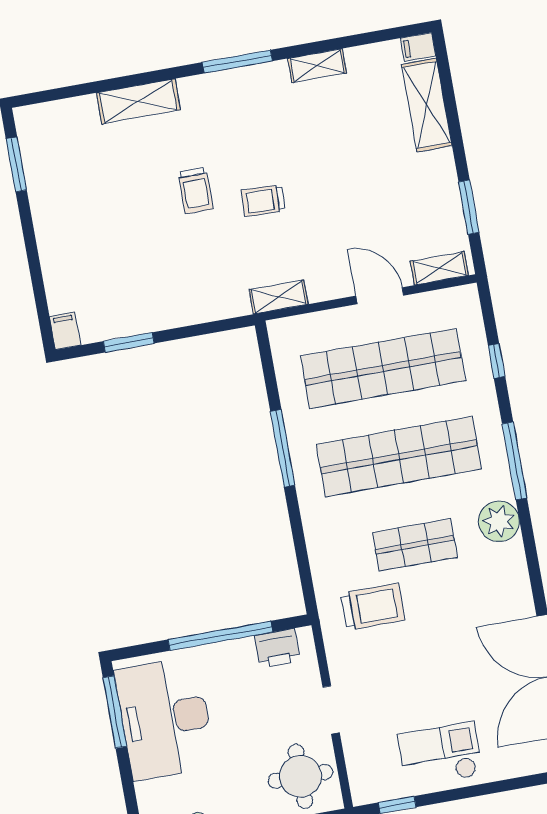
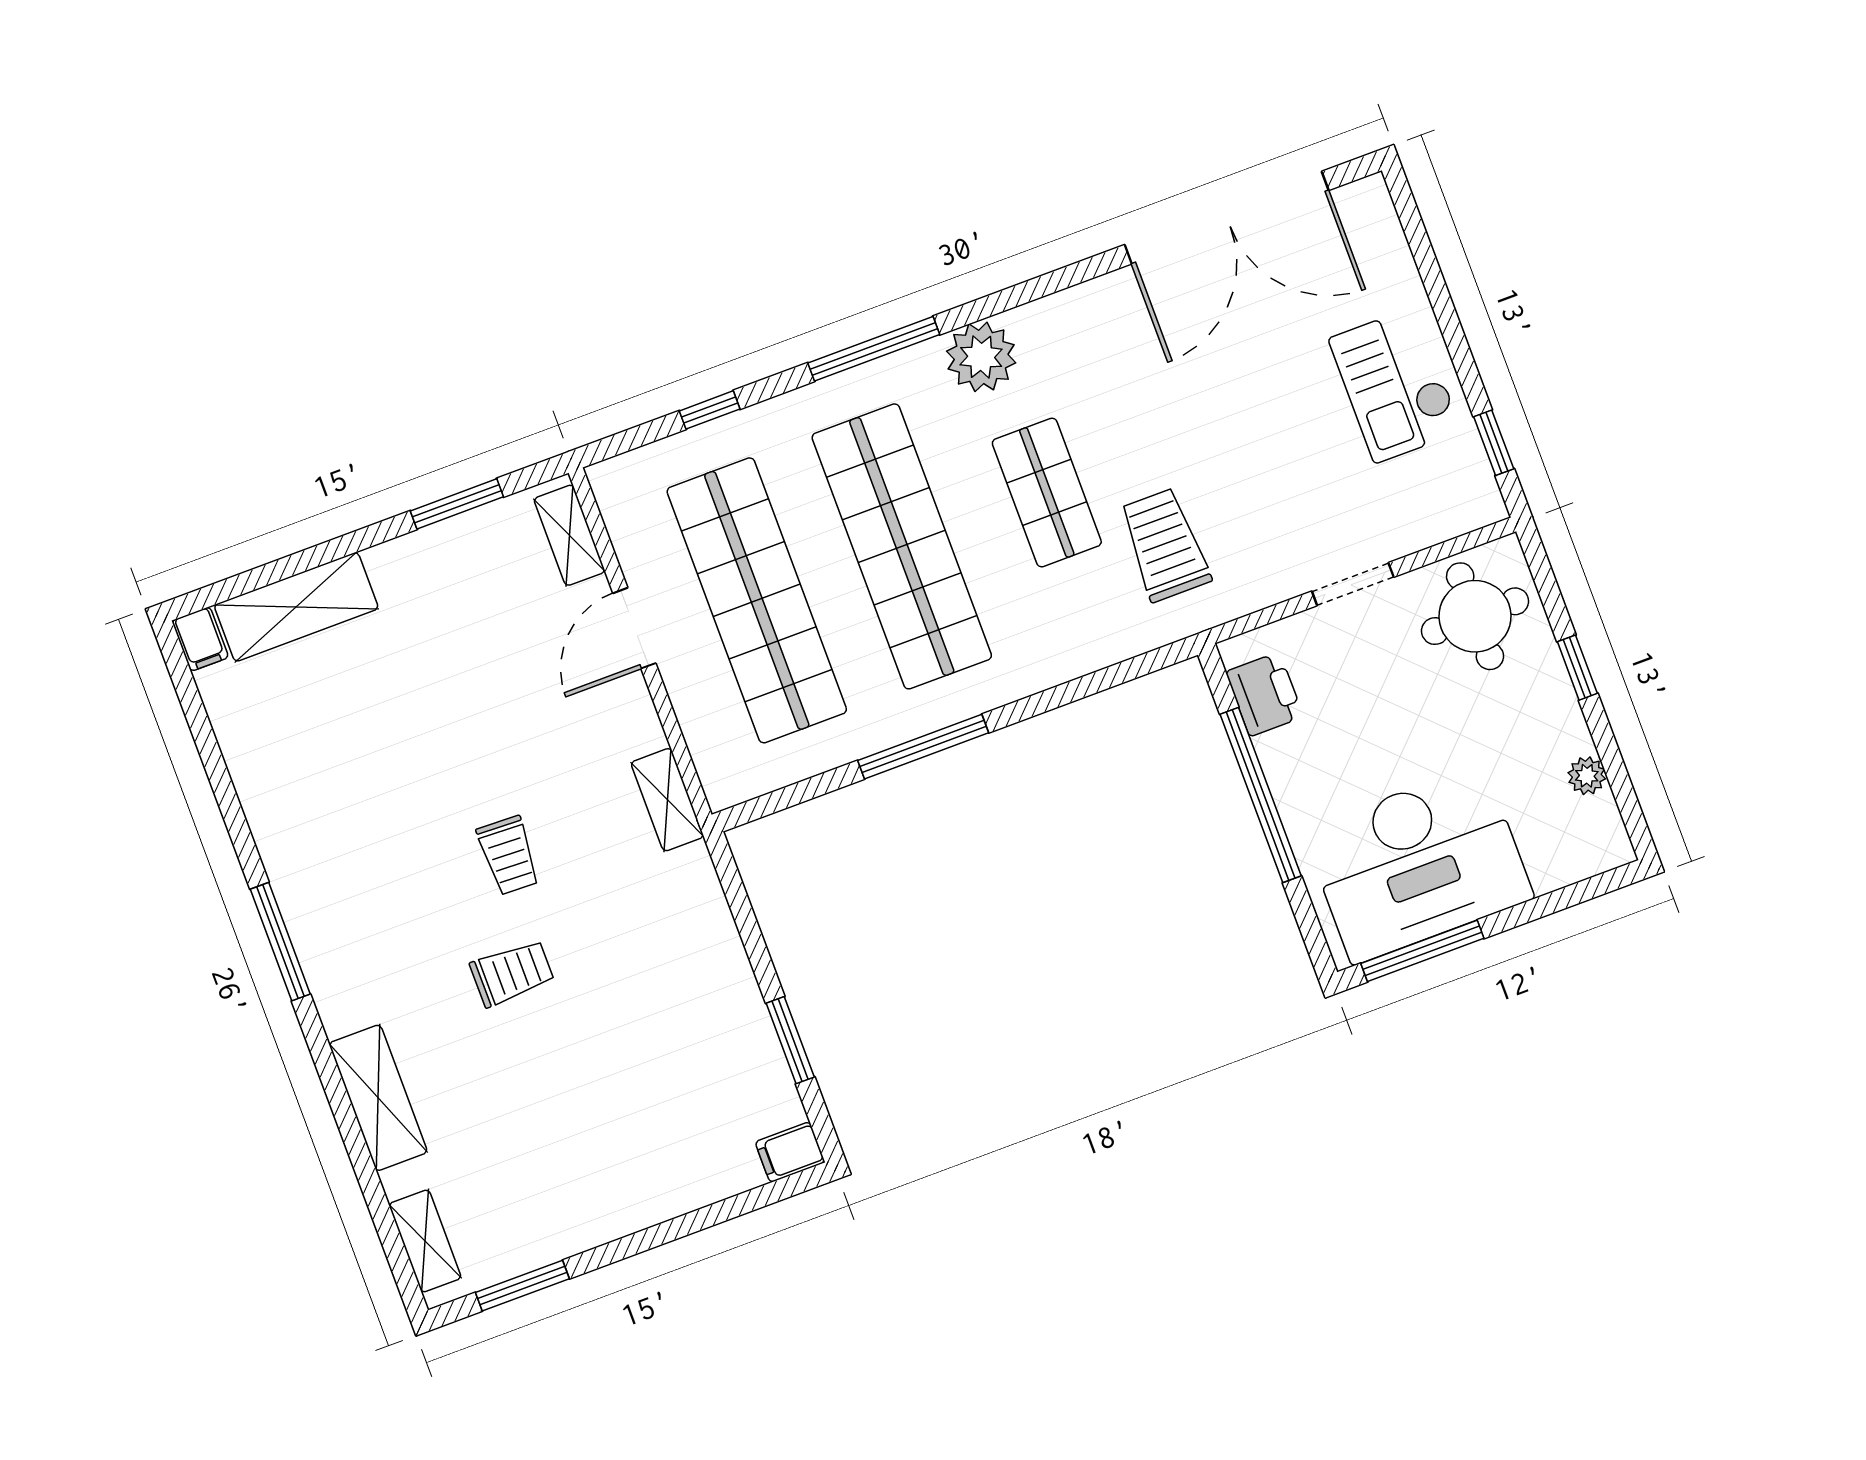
shelving: (317, 66) -> (425, 1241), moved

